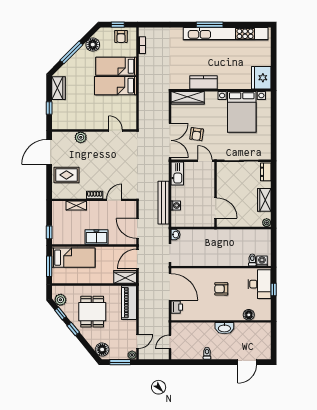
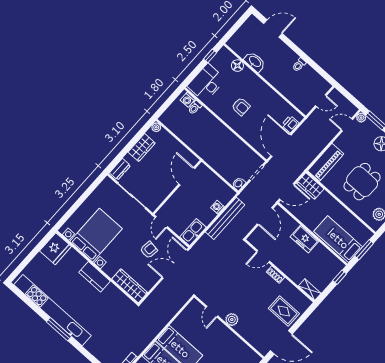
kitchen counter: (204, 82) -> (95, 277), moved
plant: (81, 137) -> (232, 320), moved
shelving: (76, 205) -> (310, 290), moved
window: (274, 289) -> (210, 56), moved
washbasin: (224, 328) -> (255, 62), moved

